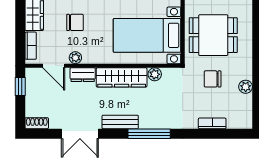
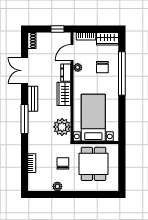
plant: (155, 74) -> (62, 127), width x1.88, depth x1.88
wardrobe: (122, 77) -> (64, 94), width x0.67

